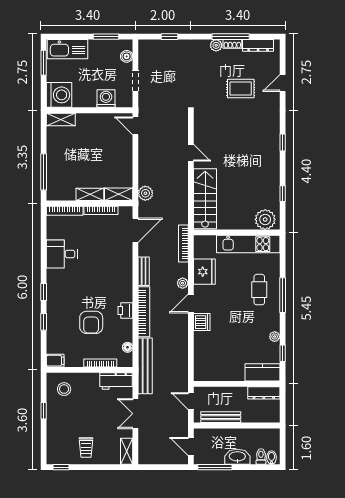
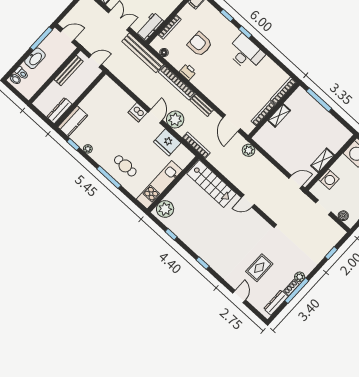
shelving: (61, 120) -> (323, 160), moved
shelving: (119, 194) -> (263, 133), removed
desk: (62, 254) -> (245, 53), moved, width x1.37
plant: (183, 283) -> (175, 119), width x1.88, depth x1.88

